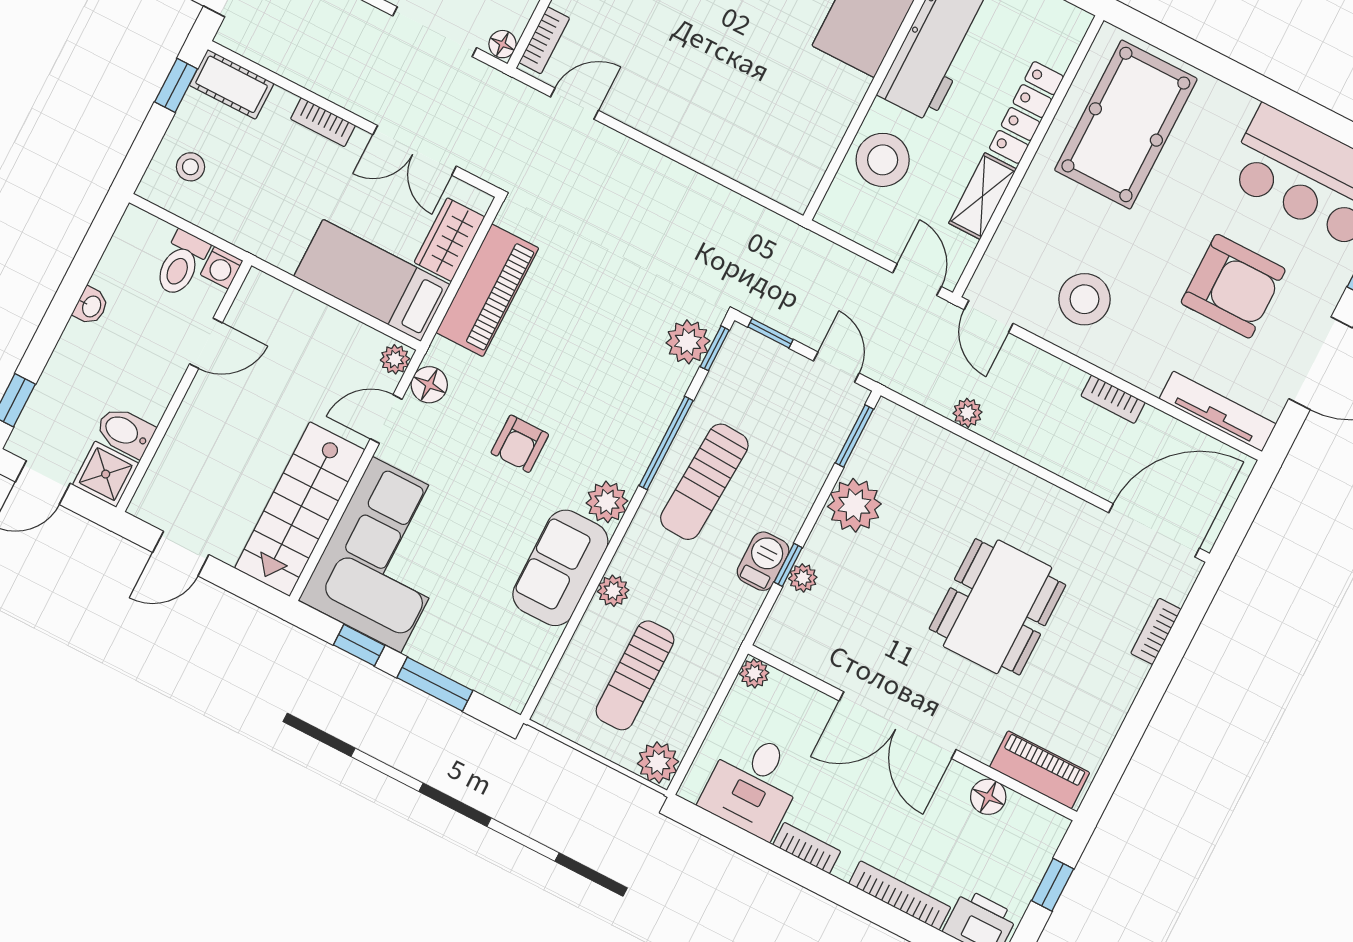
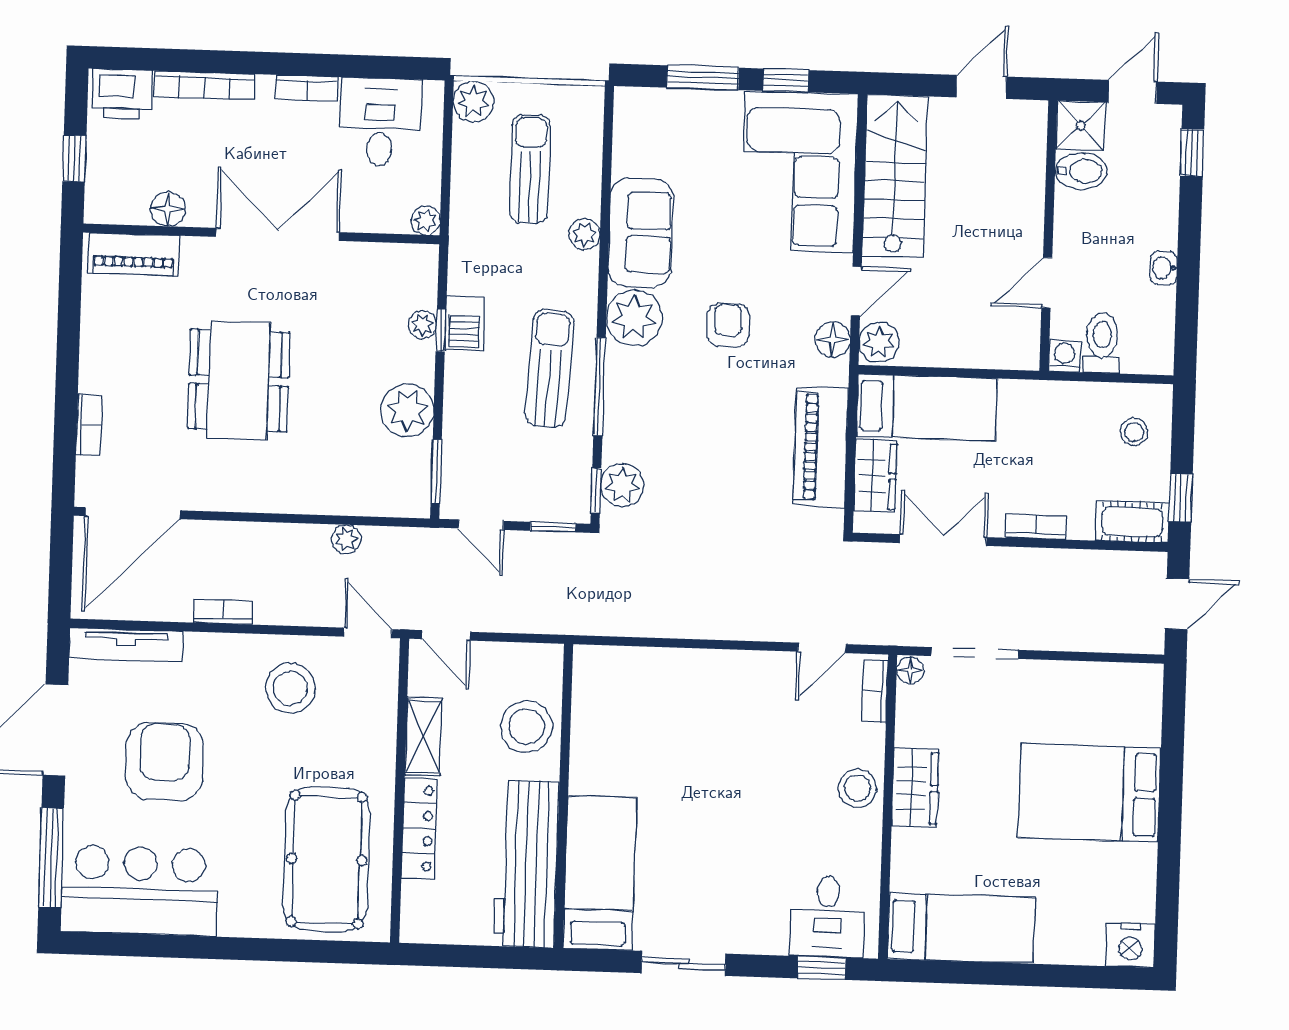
armchair: (1233, 286) -> (165, 762), turned 90
plant: (395, 359) -> (879, 342), width x1.38, depth x1.38
plant: (607, 502) -> (634, 318), width x1.36, depth x1.36

